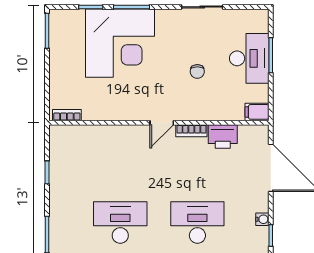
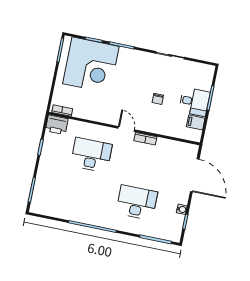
corner desk: (120, 43) -> (91, 65), moved
desk: (249, 58) -> (194, 102), width x0.73
filing cabinet: (257, 112) -> (196, 122), moved
door: (162, 123) -> (126, 129), swing flipped
printer: (223, 136) -> (57, 125), moved
desk: (120, 223) -> (91, 155), moved

